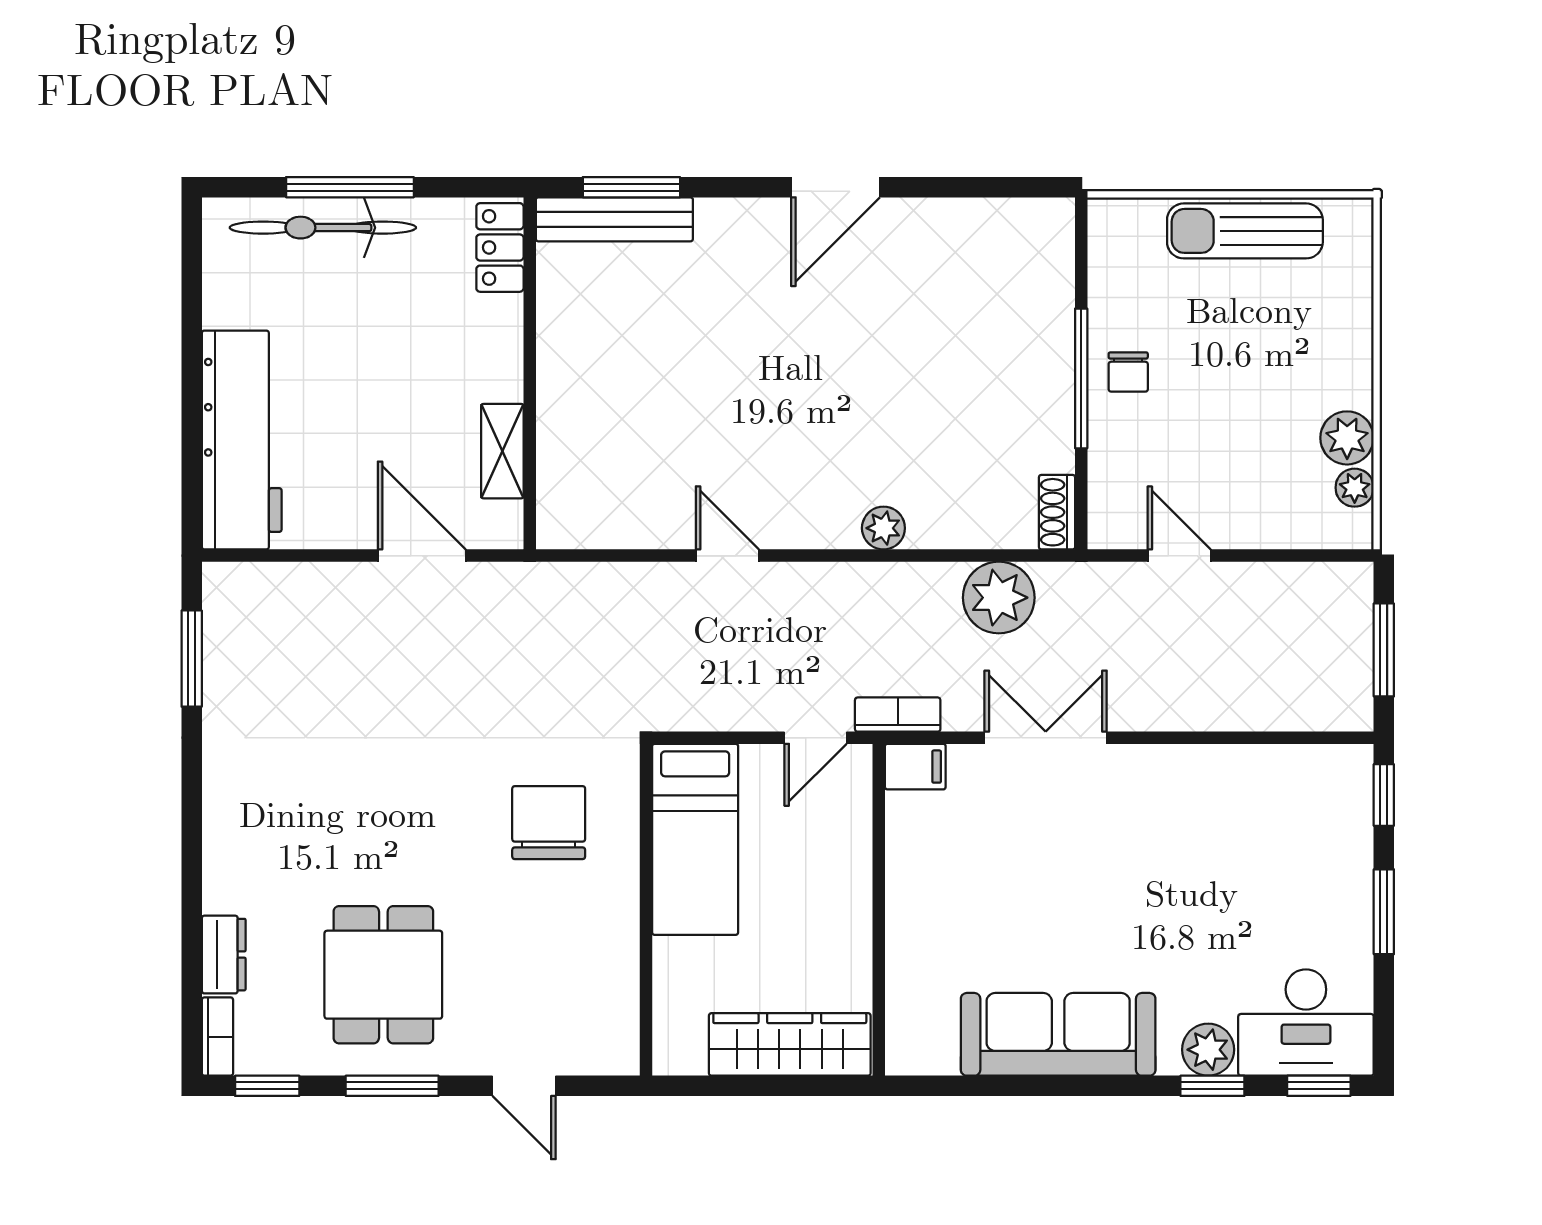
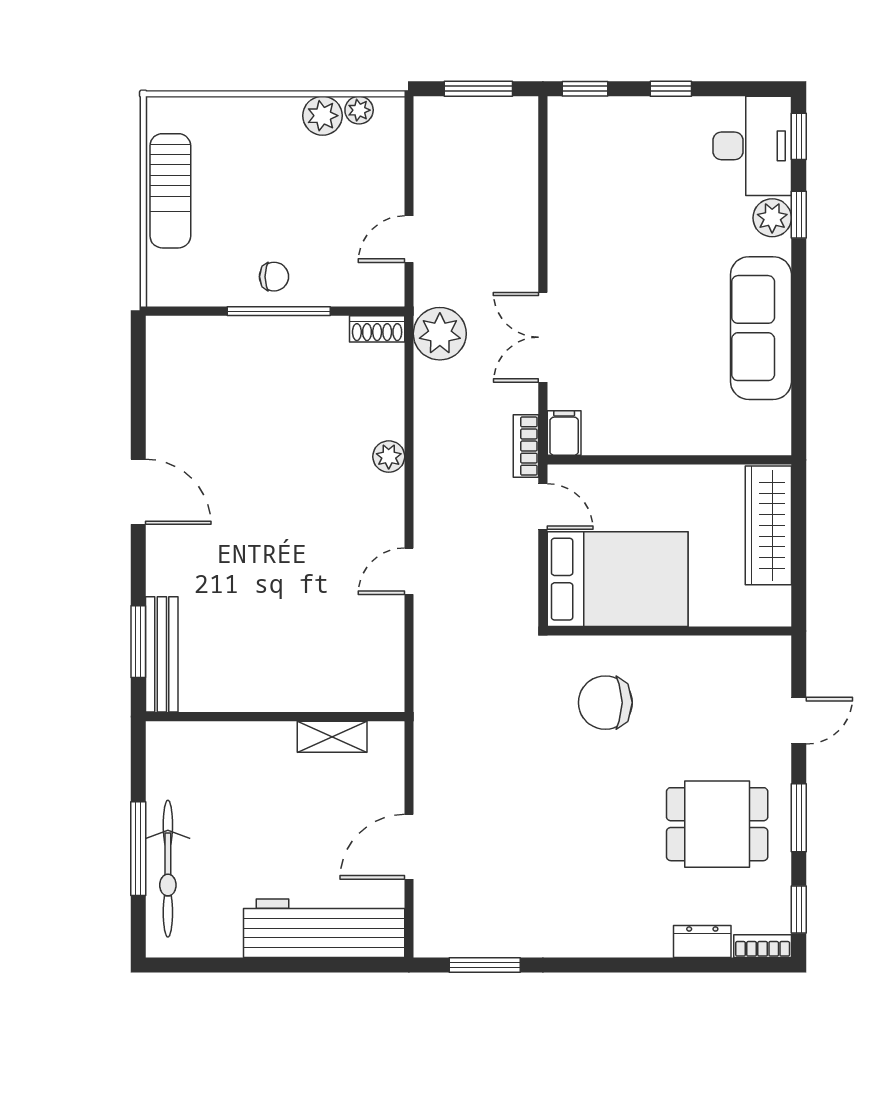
locker: (500, 247) -> (182, 738), removed
door: (422, 556) -> (409, 847), moved
plant: (999, 598) -> (440, 334), moved
bed: (695, 839) -> (618, 579), width x1.50
window: (1384, 912) -> (671, 89), width x0.67

